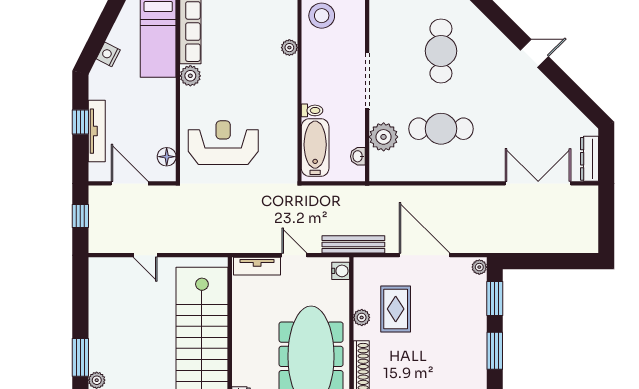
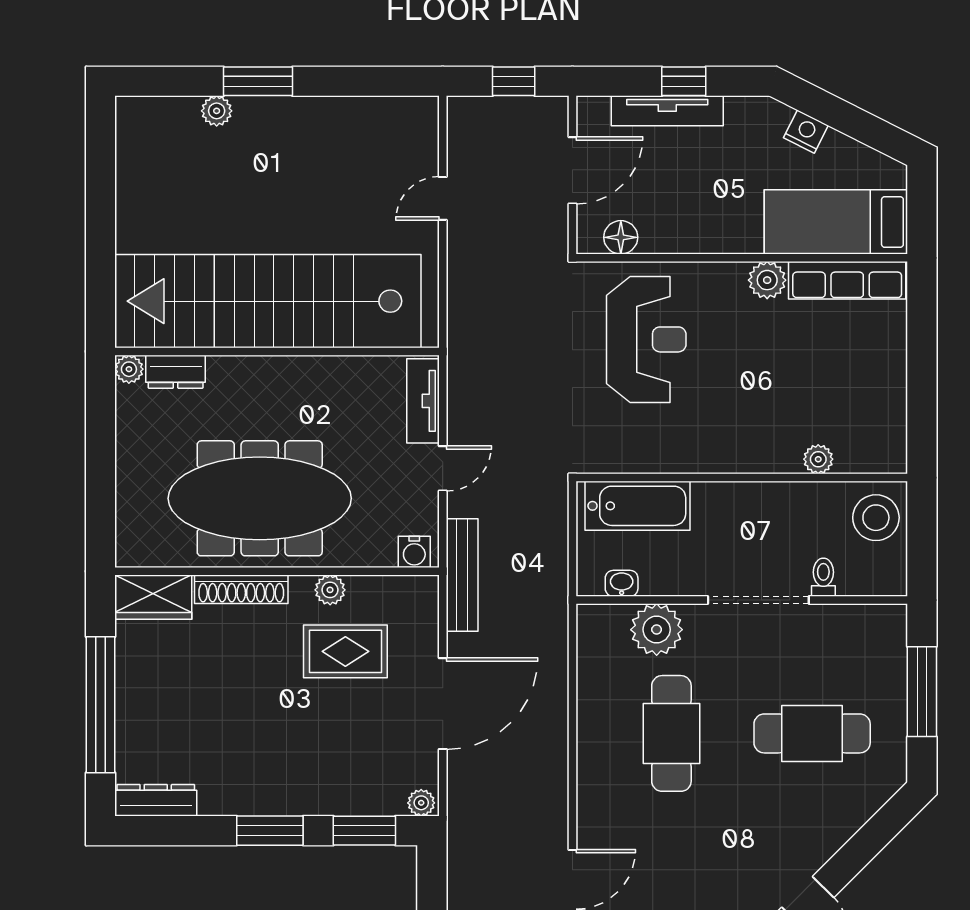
toilet: (312, 110) -> (823, 577), moved, turned 180

